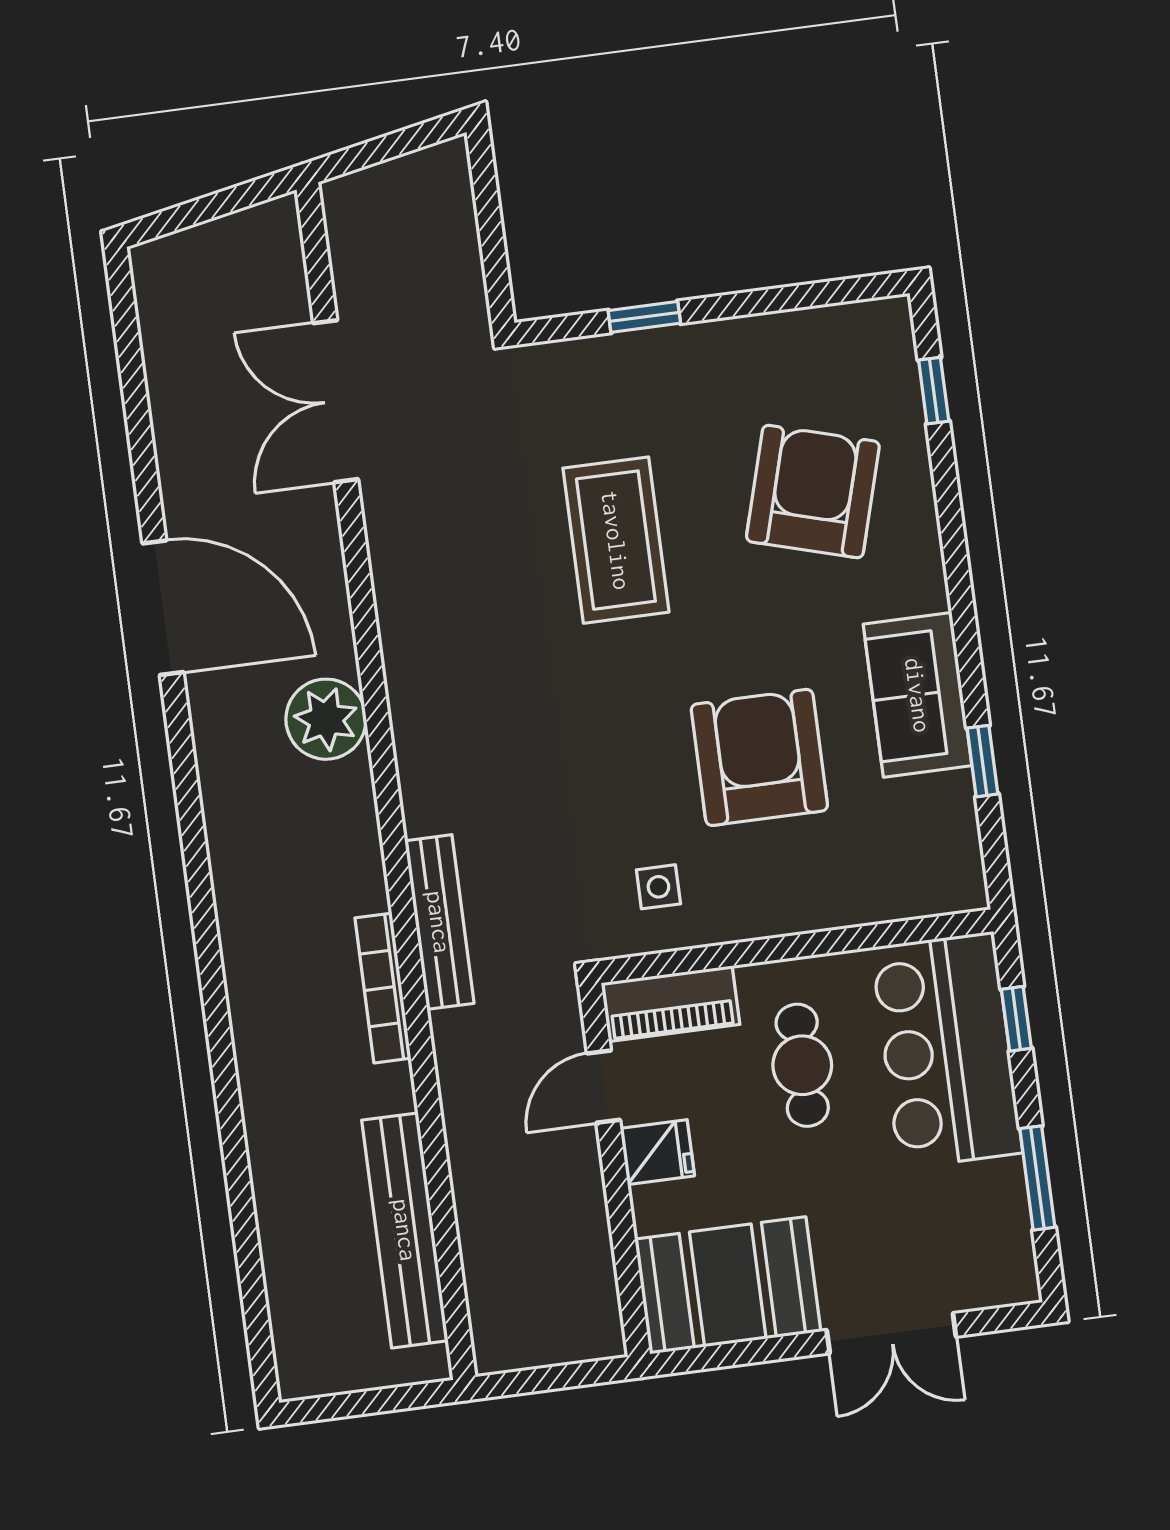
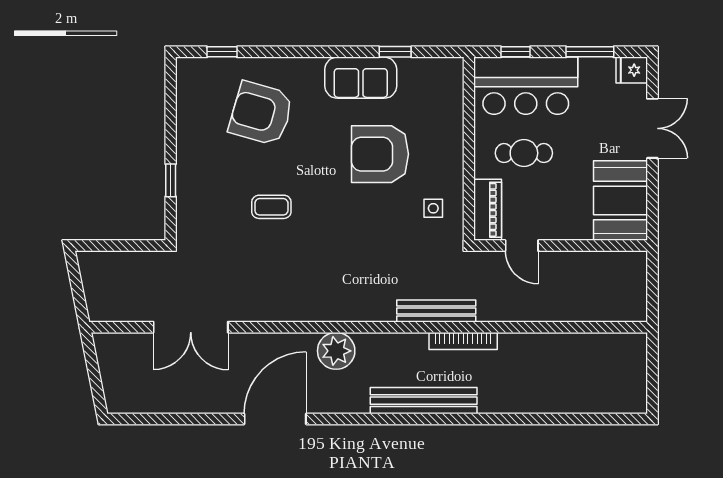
coffee table: (616, 540) -> (271, 207), width x0.54, depth x0.58
fridge: (657, 1152) -> (632, 70), moved, turned -90
bench: (405, 1230) -> (424, 401), moved

